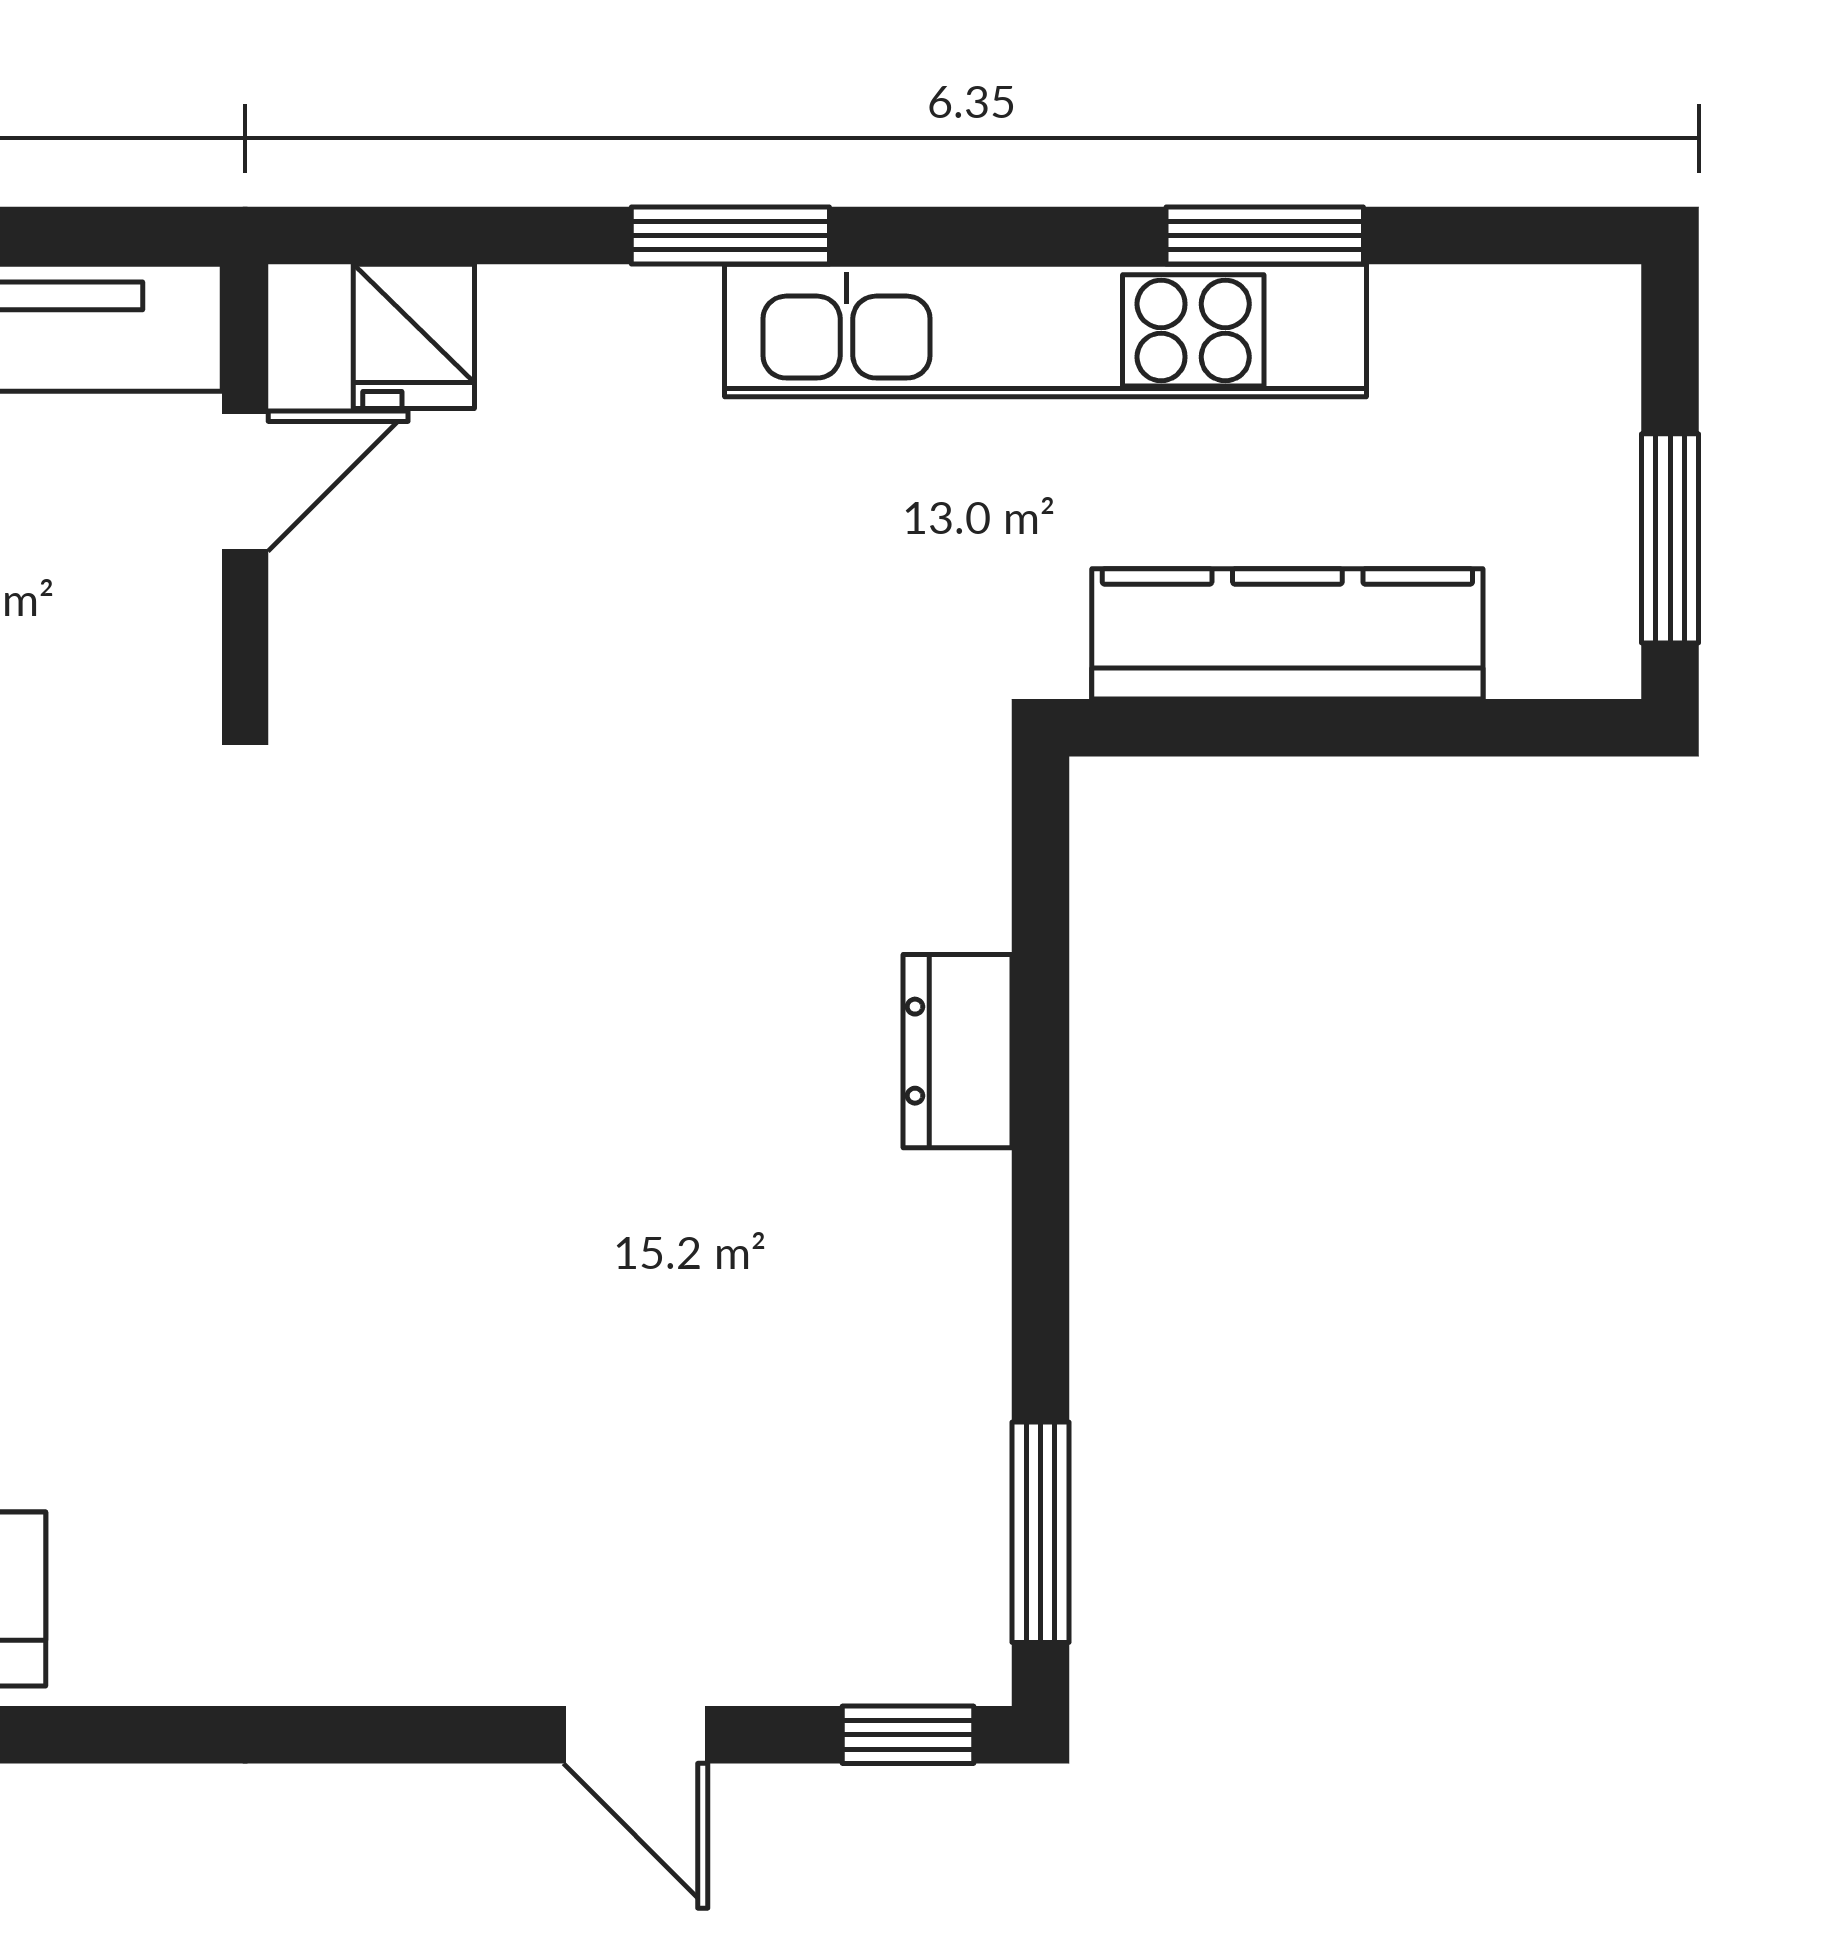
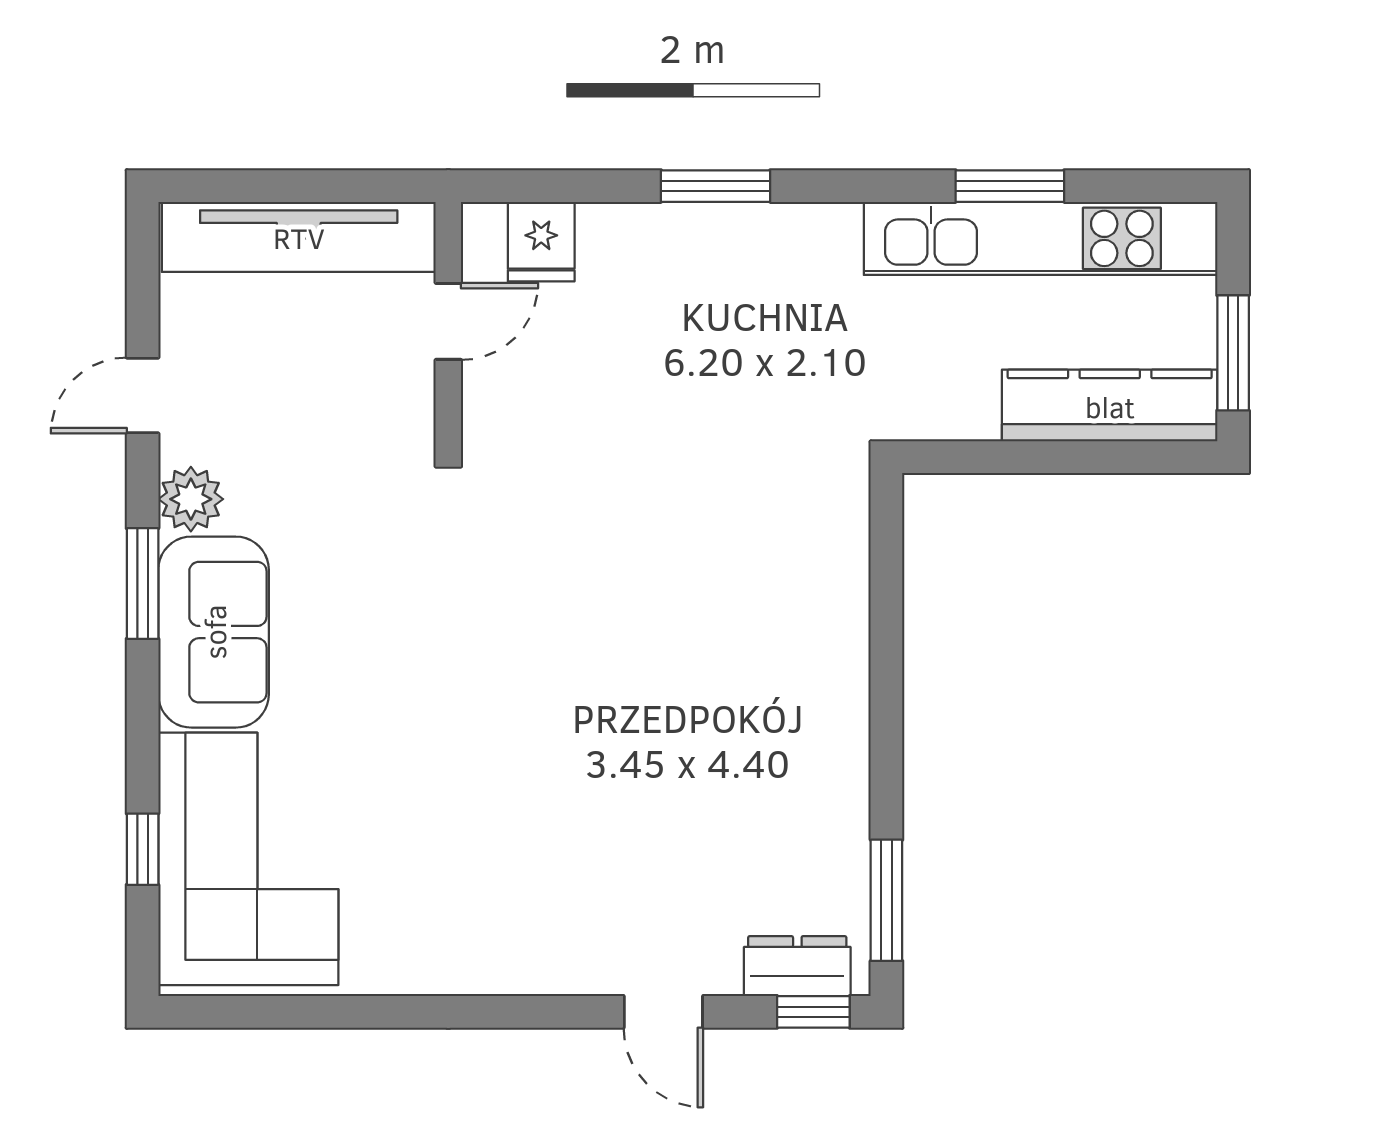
kitchen unit: (1046, 330) -> (1041, 238), moved
kitchen counter: (1287, 634) -> (1110, 406), moved
dresser: (957, 1051) -> (797, 966), moved, turned 90

